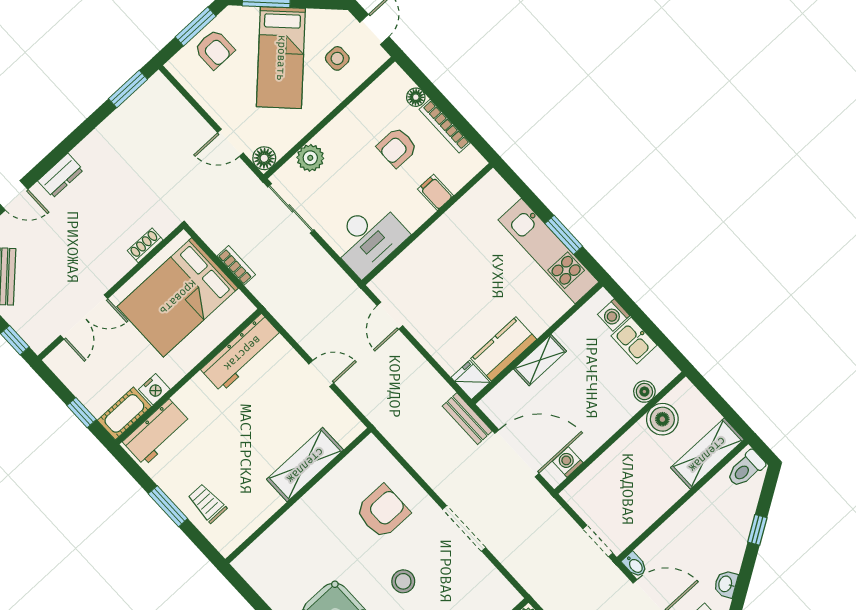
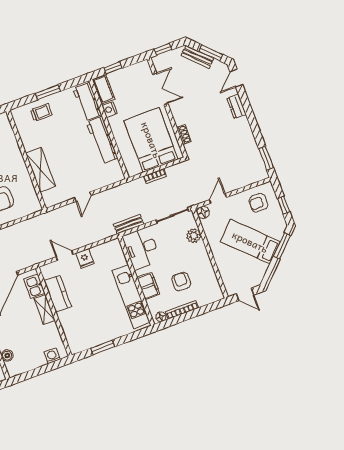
window: (196, 27) -> (284, 205), width x0.67
armchair: (214, 49) -> (258, 203), moved
side table: (337, 58) -> (238, 270), removed
floor lamp: (416, 97) -> (161, 317), moved
filing cabinet: (435, 192) -> (148, 286), width x2.00
kitchen unit: (548, 251) -> (131, 297), moved, turned -90
door: (390, 316) -> (65, 255), moved
double door: (84, 317) -> (160, 89), swing flipped
kitchen sink: (634, 341) -> (35, 286), moved, turned -90
workbench: (242, 353) -> (102, 140), moved
fridge: (470, 380) -> (85, 258), moved, turned 90
bench: (467, 419) -> (129, 224), moved

